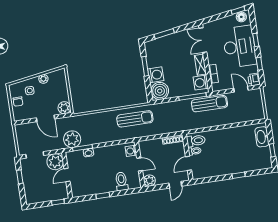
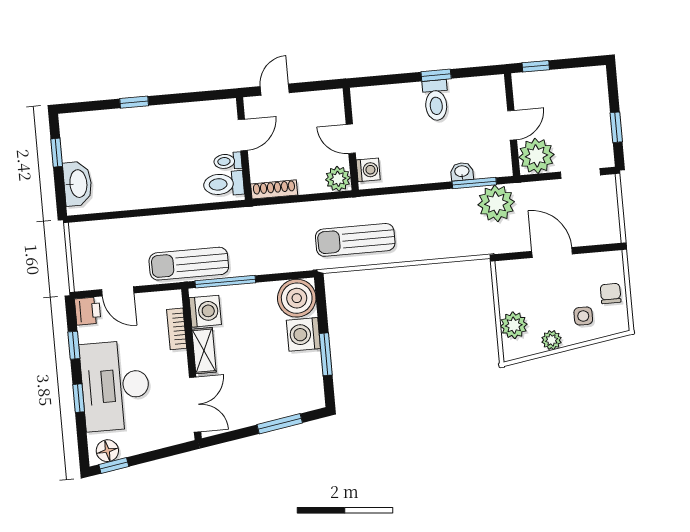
plant: (64, 108) -> (514, 325), moved
toilet: (121, 181) -> (436, 100), moved
plant: (149, 181) -> (338, 179), moved

